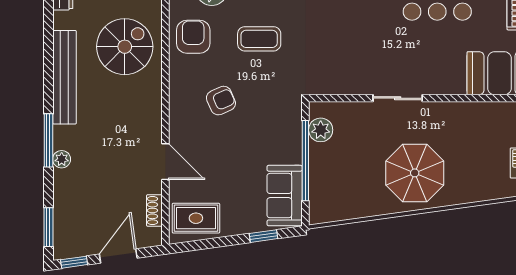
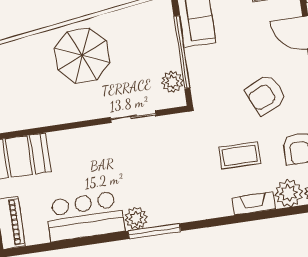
sliding door: (398, 98) -> (133, 117), moved
armchair: (221, 101) -> (266, 95), width x1.38, depth x1.38

